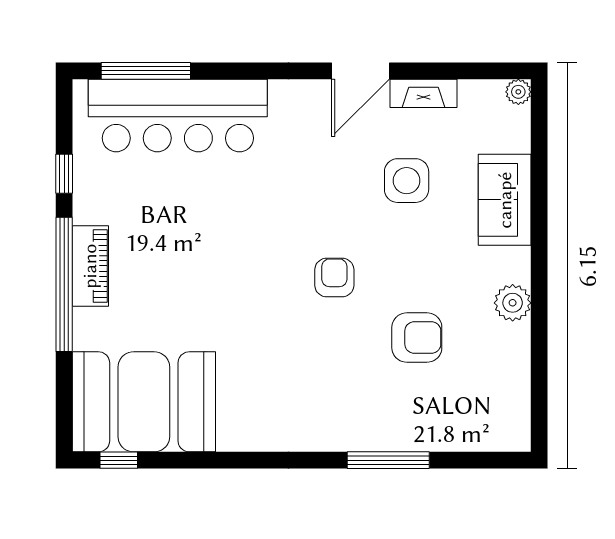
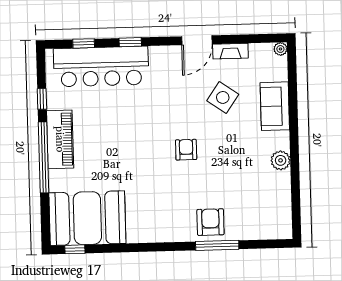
window: (146, 71) -> (84, 43), width x0.46
window: (234, 71) -> (130, 42), added
side table: (407, 181) -> (223, 97), turned 35
piano: (90, 266) -> (60, 139), width x1.37, depth x1.33
armchair: (417, 338) -> (210, 222), moved, turned -90

